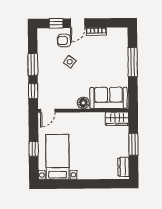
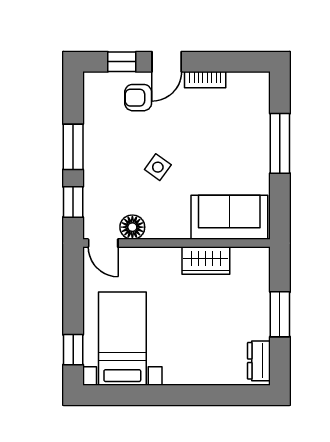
side table: (70, 62) -> (158, 167), moved
floor lamp: (83, 103) -> (132, 227), moved
door: (48, 111) -> (103, 243), hinge flipped
wardrobe: (117, 119) -> (206, 260), moved
window: (34, 149) -> (73, 350), moved

